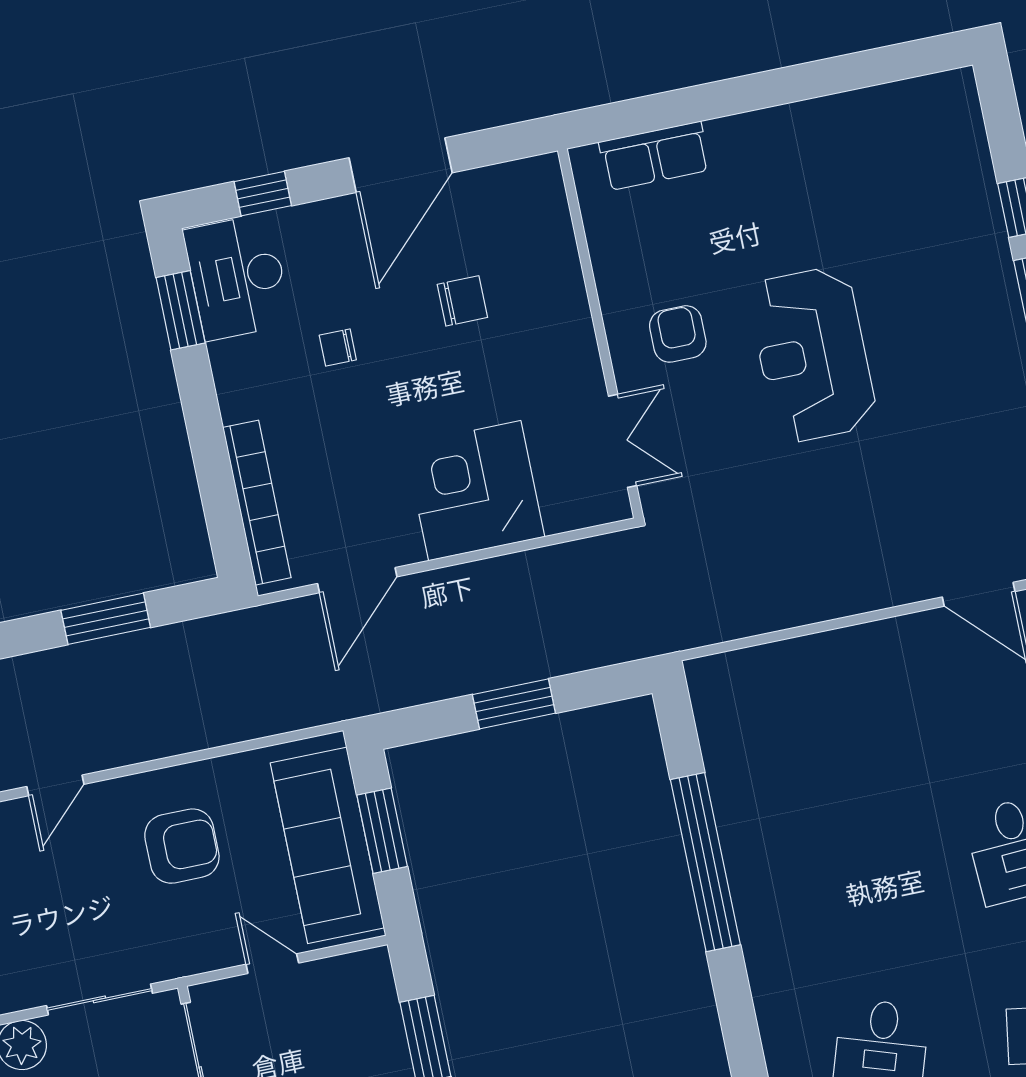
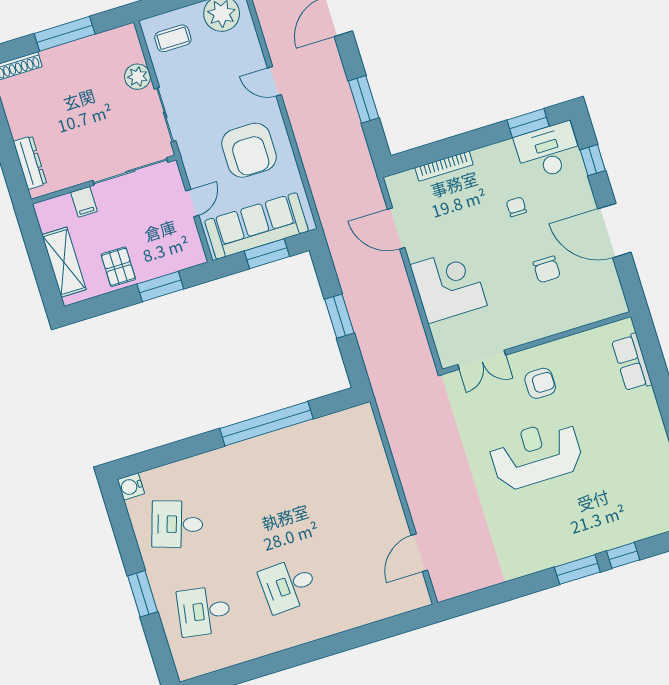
bookcase: (257, 503) -> (444, 166), width x0.68, depth x0.76
armchair: (182, 846) -> (249, 150), width x1.36, depth x1.36

